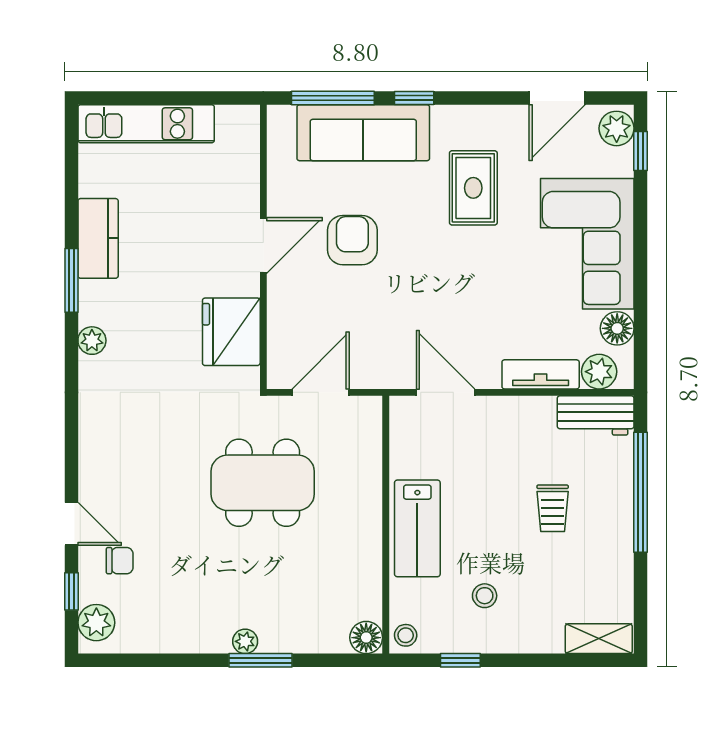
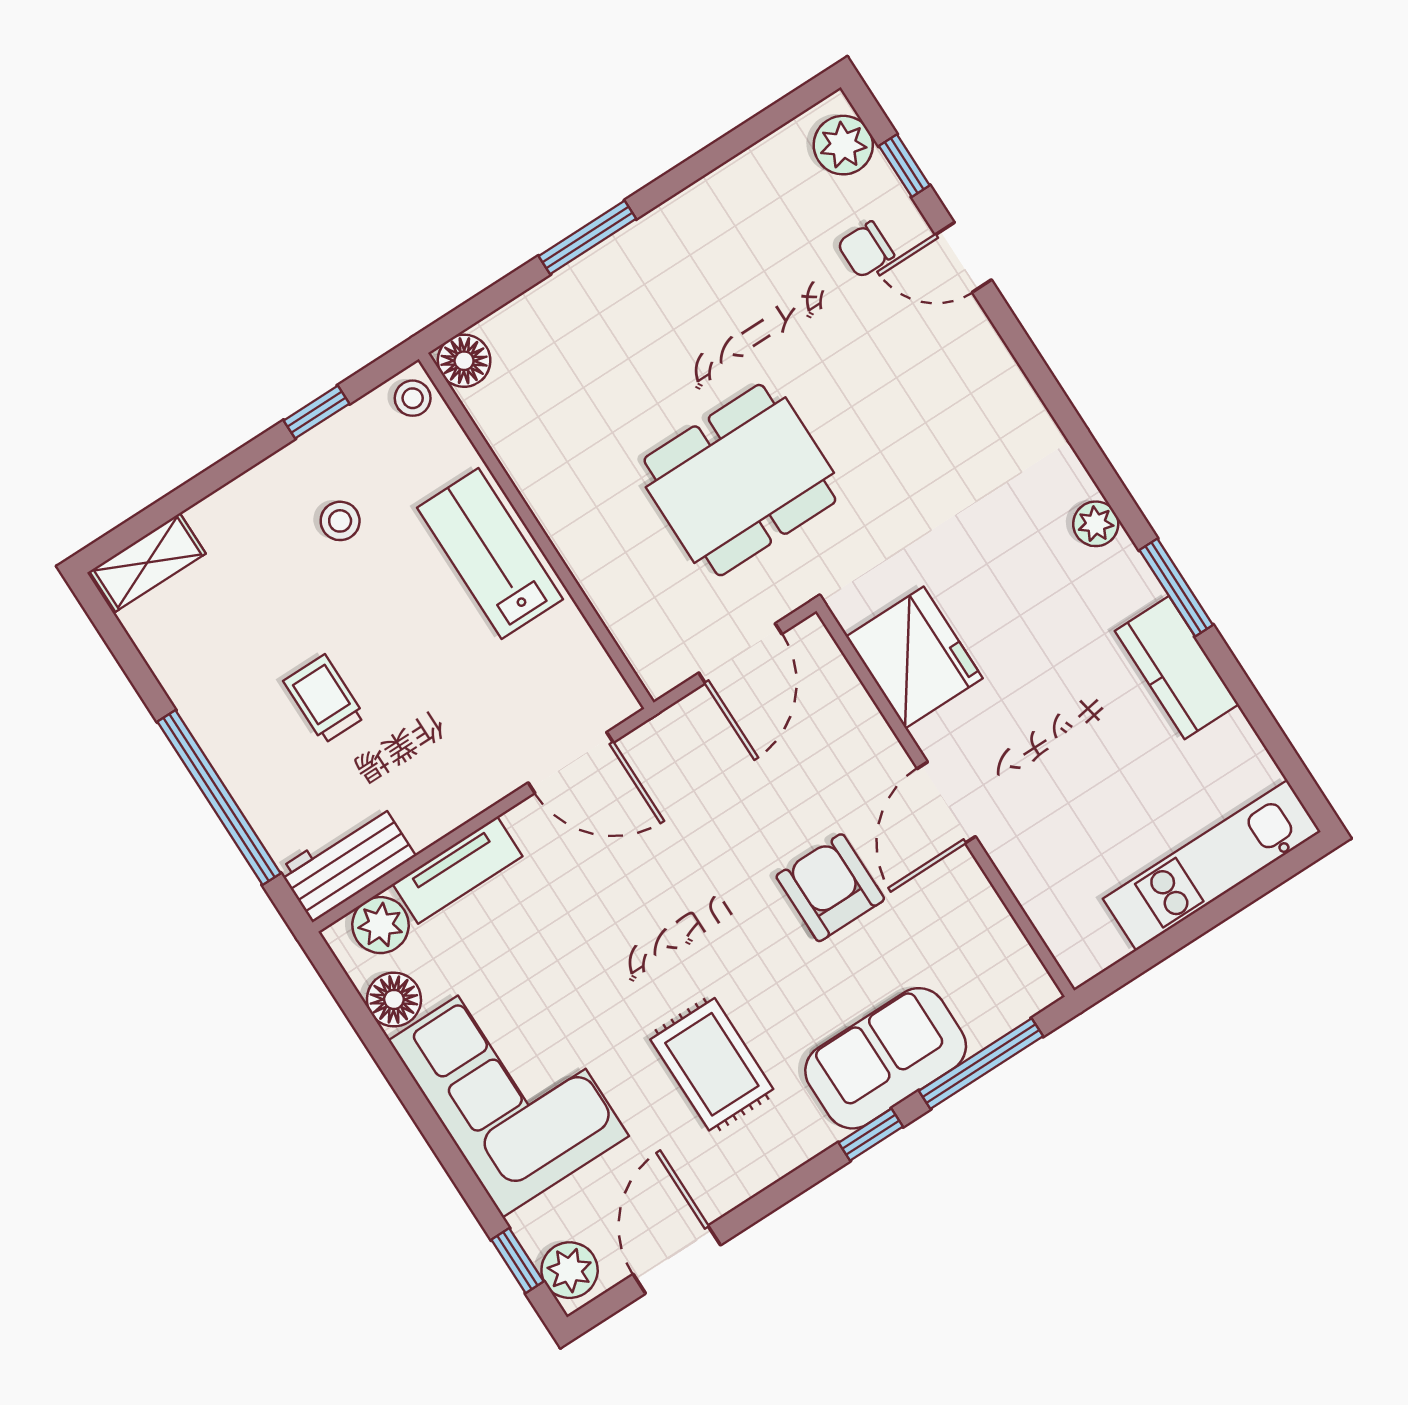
sofa: (363, 133) -> (886, 1058), width x0.73
armchair: (352, 240) -> (830, 888), turned 180
plant: (245, 641) -> (625, 250), removed

